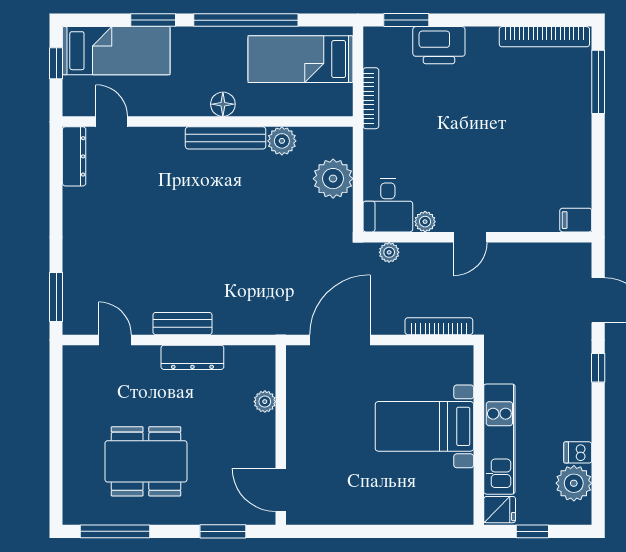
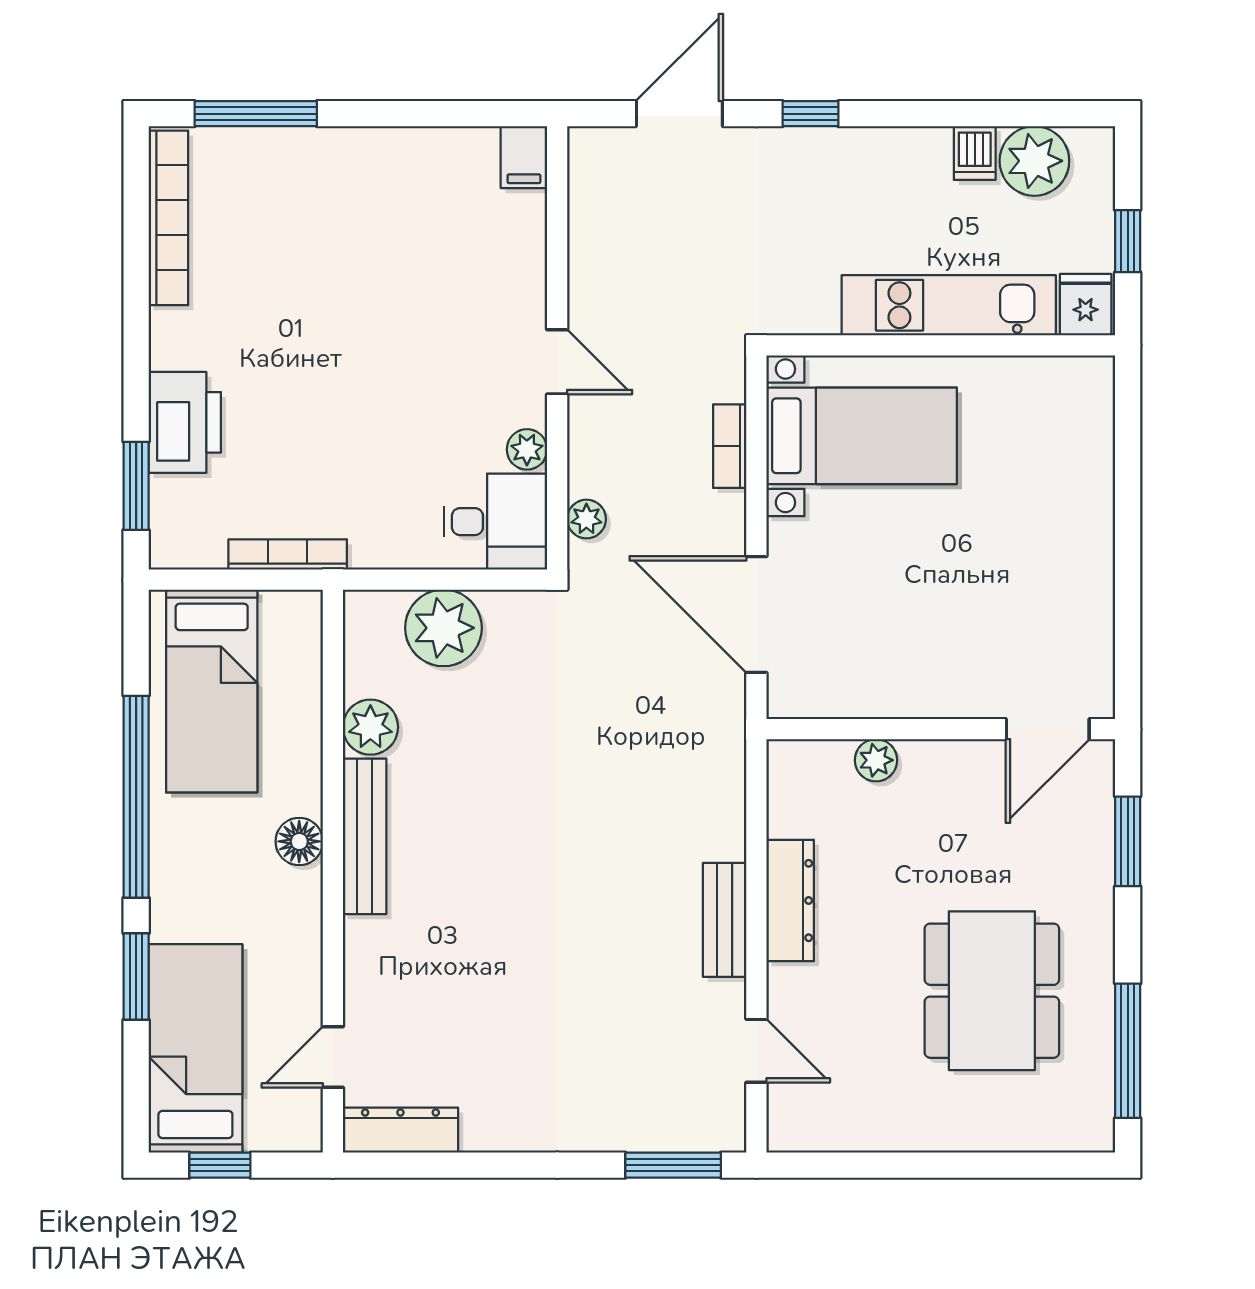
bookcase: (439, 326) -> (730, 446), width x0.64
door: (115, 340) -> (756, 1051), swing flipped
bed with nightstands: (424, 426) -> (862, 436), moved, turned -90

